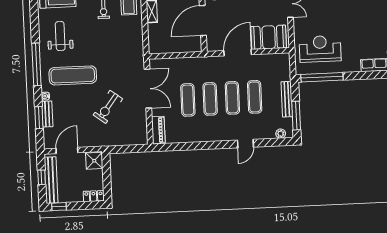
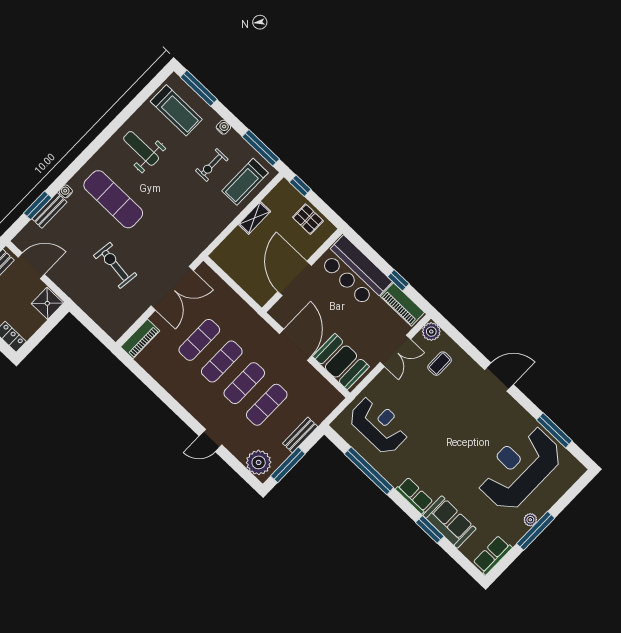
door: (203, 20) -> (295, 278), hinge flipped
weight bench: (60, 36) -> (141, 148), turned -90
door: (238, 53) -> (295, 345), hinge flipped
window: (36, 64) -> (89, 152), removed
window: (322, 77) -> (369, 471), moved
bench: (287, 99) -> (300, 435), width x0.73
exercise bike: (108, 107) -> (115, 265), turned 60
plant: (281, 134) -> (259, 462), width x1.87, depth x1.87

